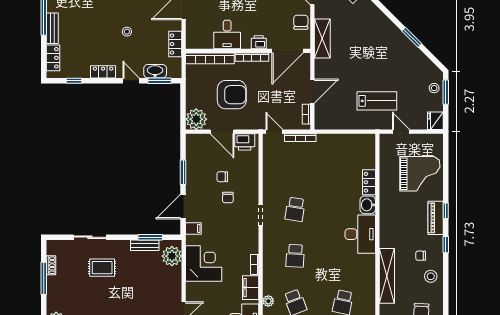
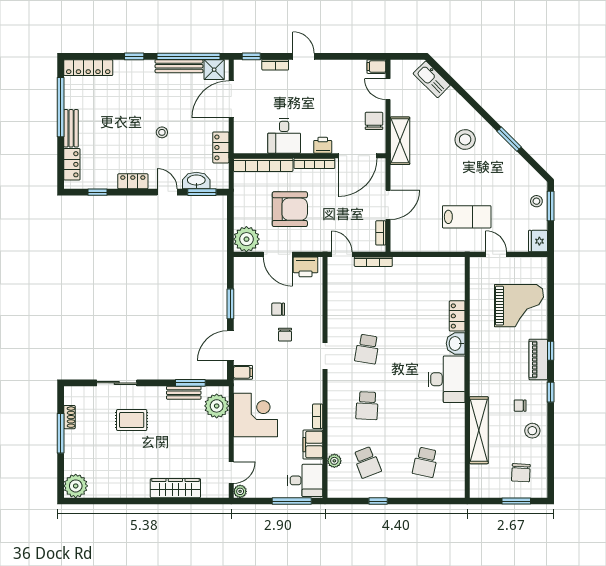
stool: (376, 37) -> (465, 139), added

